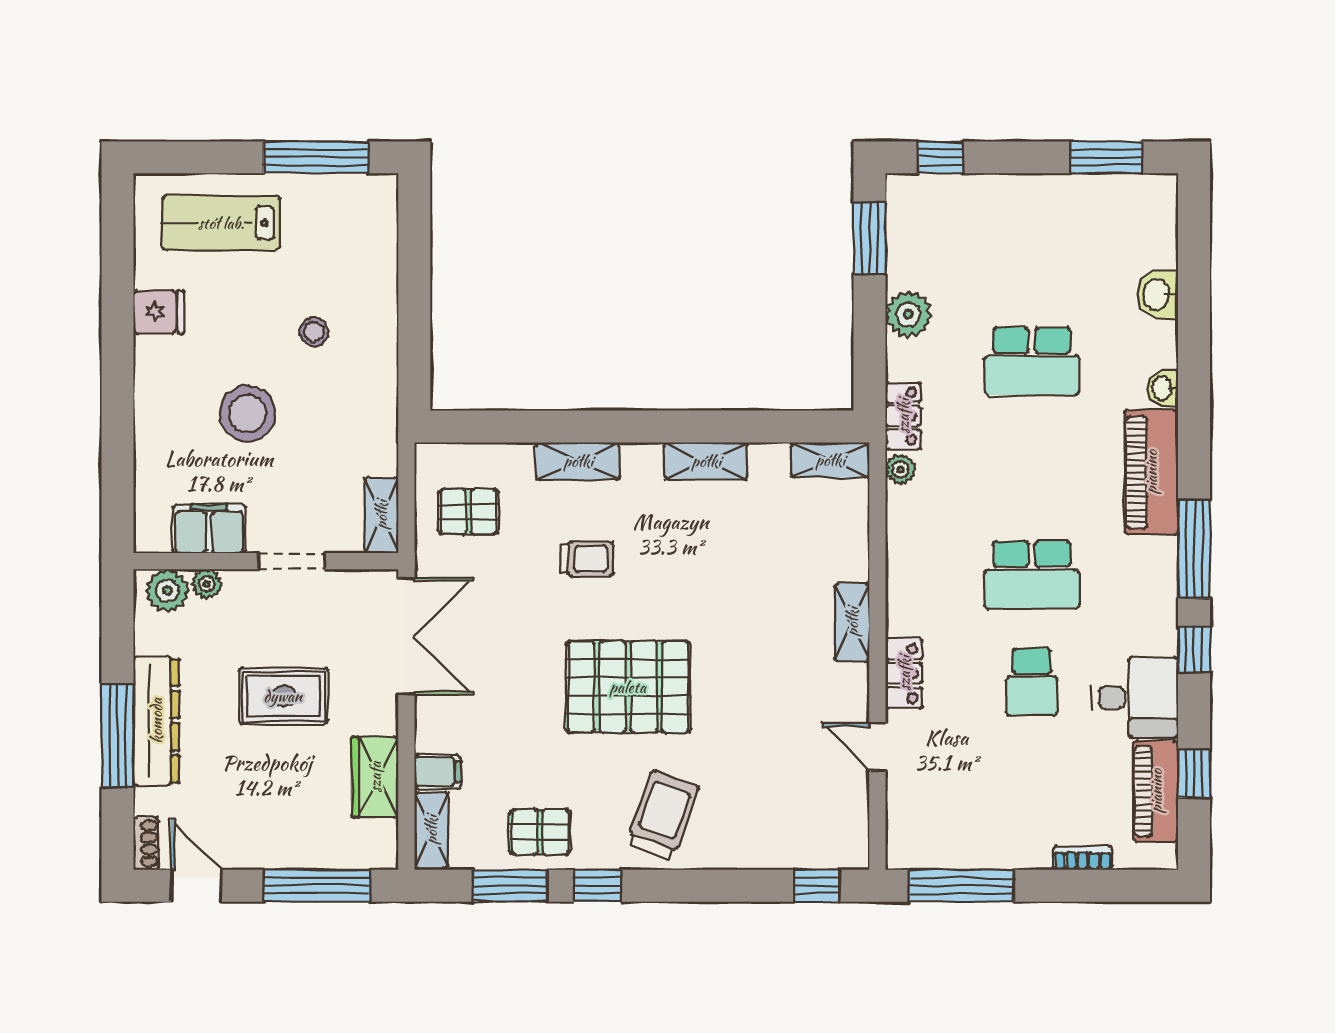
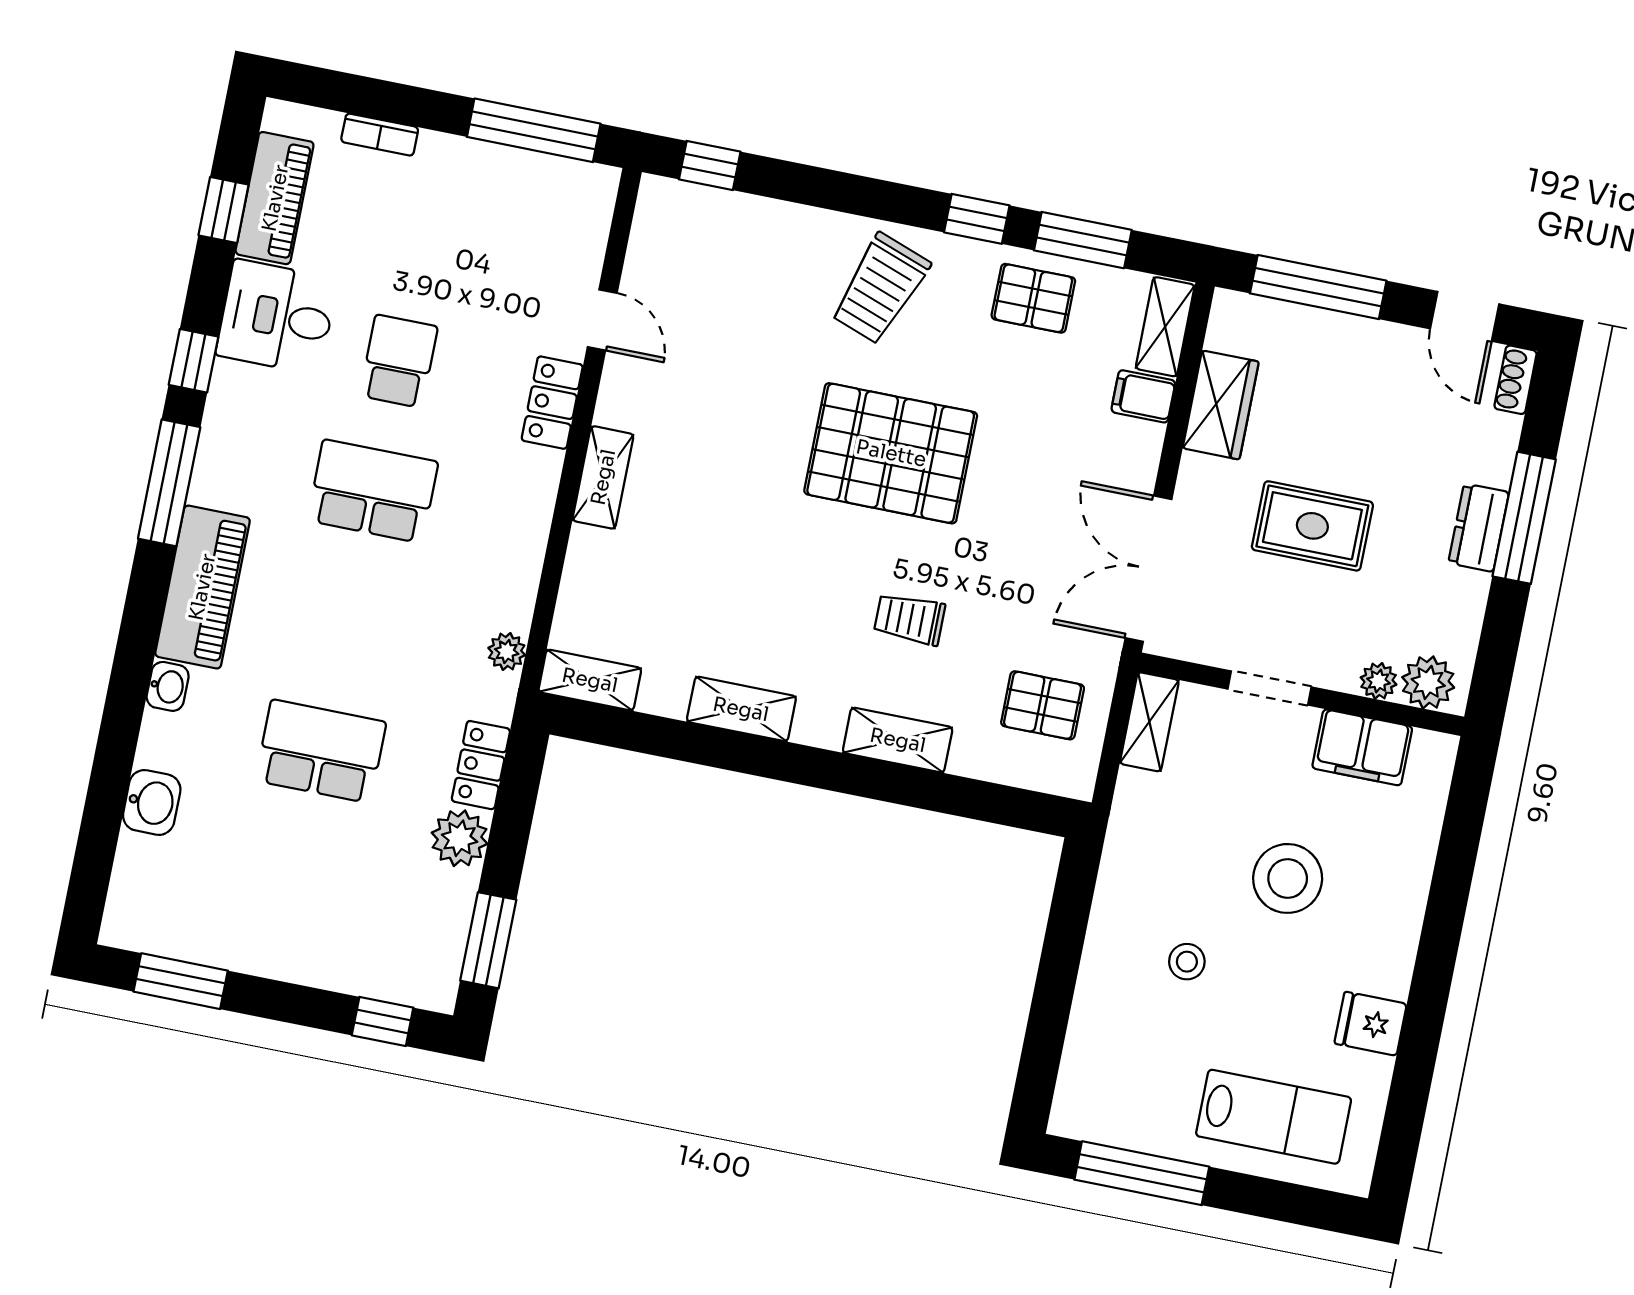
locker: (903, 416) -> (481, 765), moved
dresser: (156, 721) -> (1479, 528), width x0.51, depth x0.80

